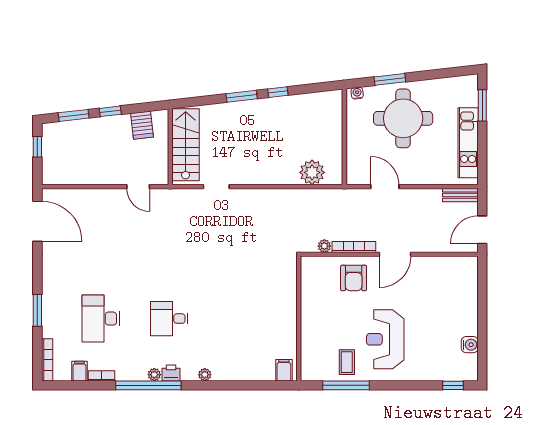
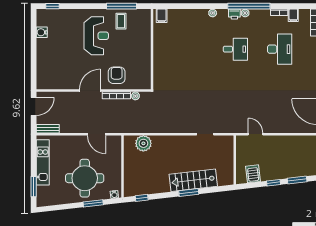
window: (278, 92) -> (142, 198), moved
stairs: (186, 145) -> (193, 180), moved, turned 83

